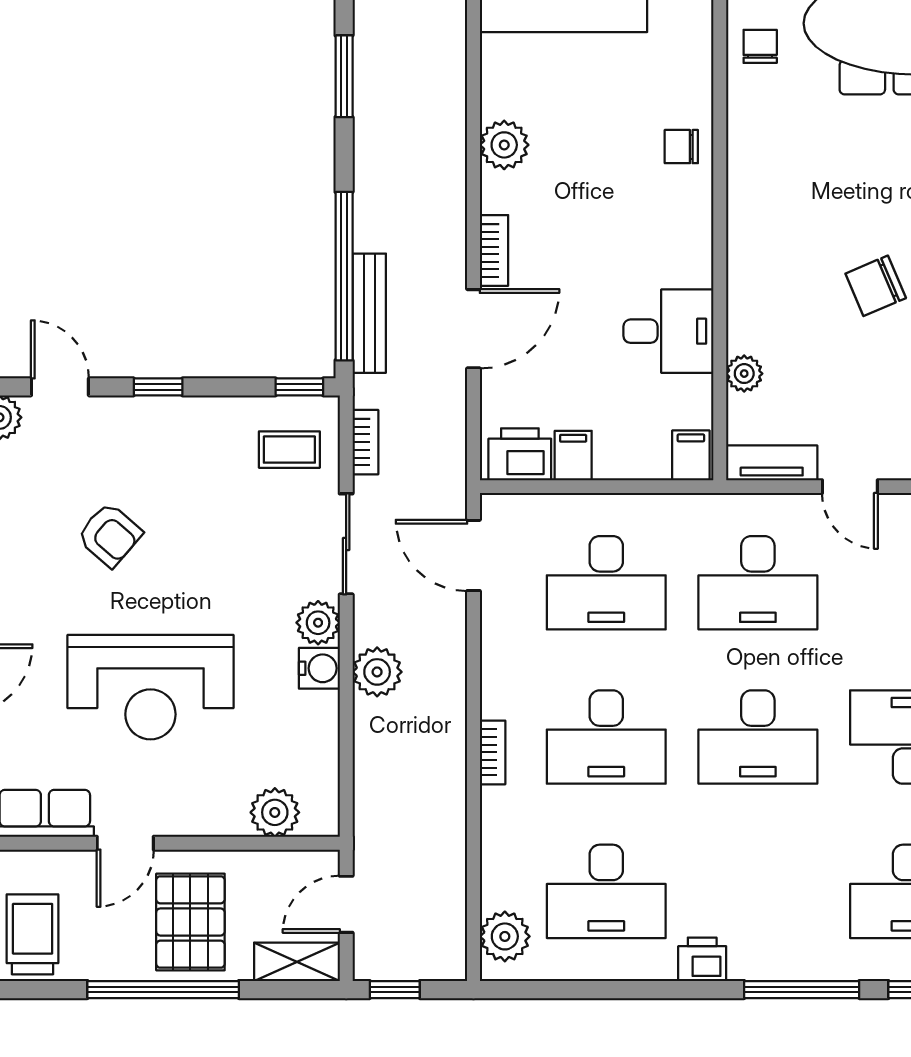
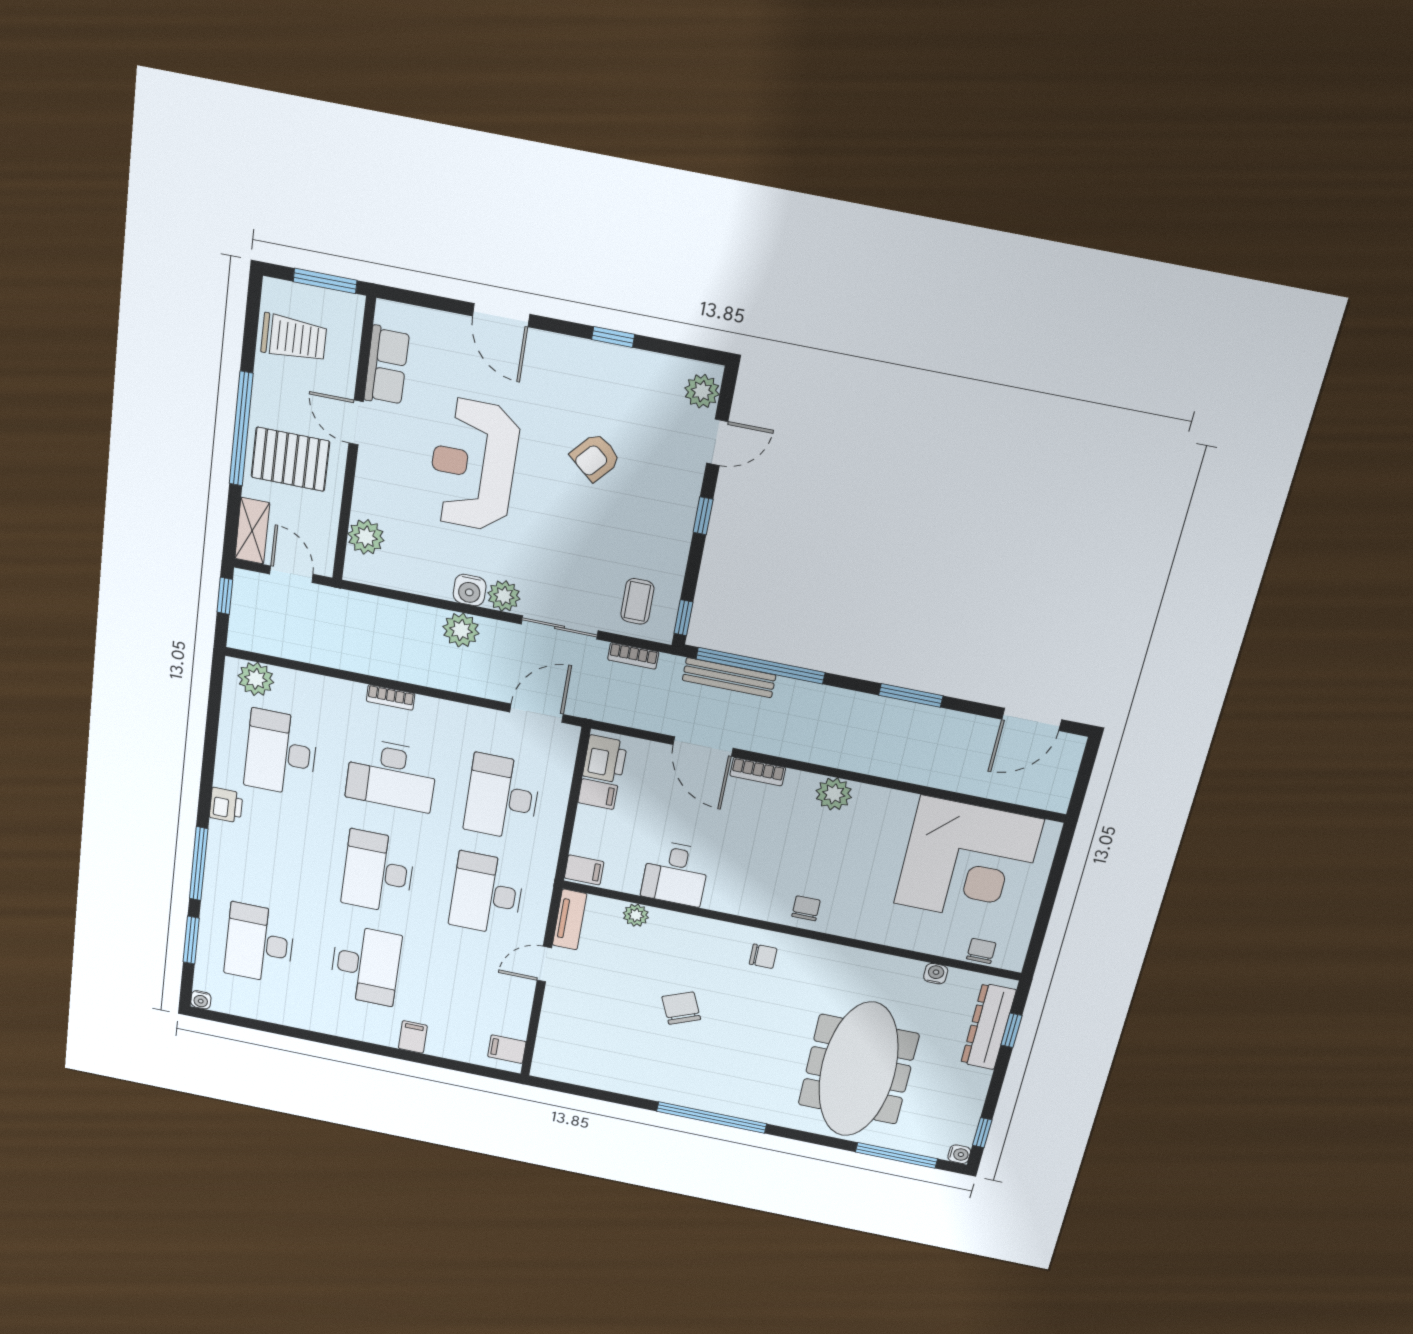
chair: (760, 46) -> (763, 956), moved
desk: (606, 737) -> (391, 775), turned -90

